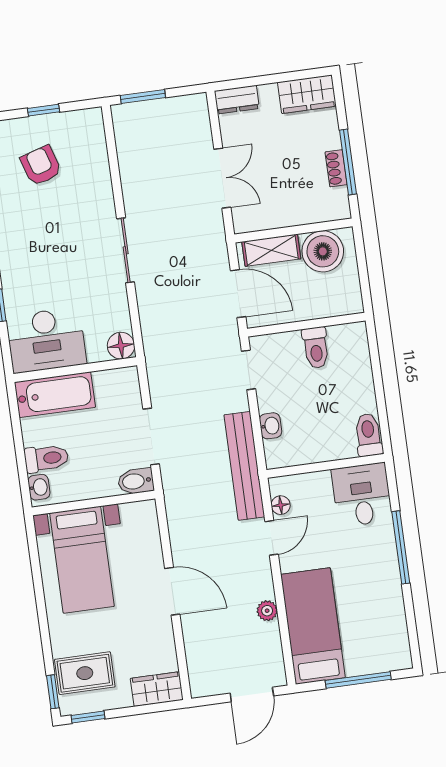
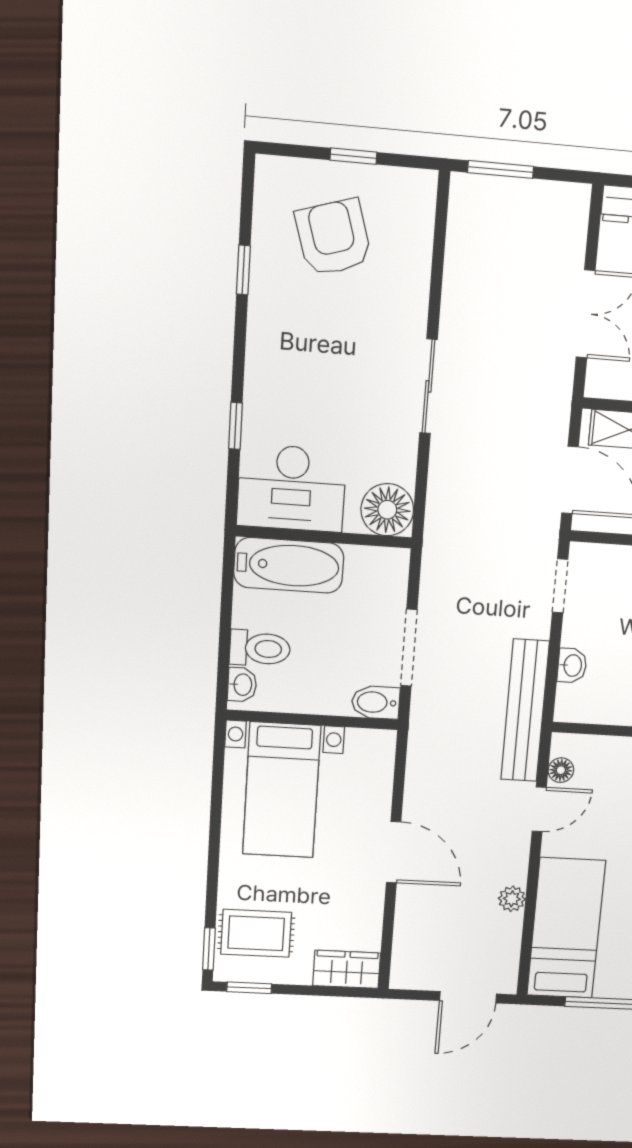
armchair: (41, 166) -> (333, 238), width x1.38, depth x1.38
floor lamp: (121, 346) -> (387, 510), width x1.38, depth x1.38

